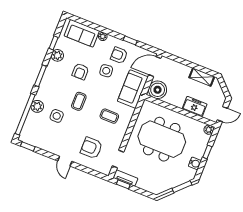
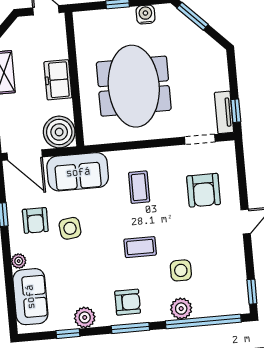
armchair: (80, 71) -> (128, 302), moved
freezer: (195, 107) -> (58, 80), moved
plant: (209, 130) -> (81, 19), removed

